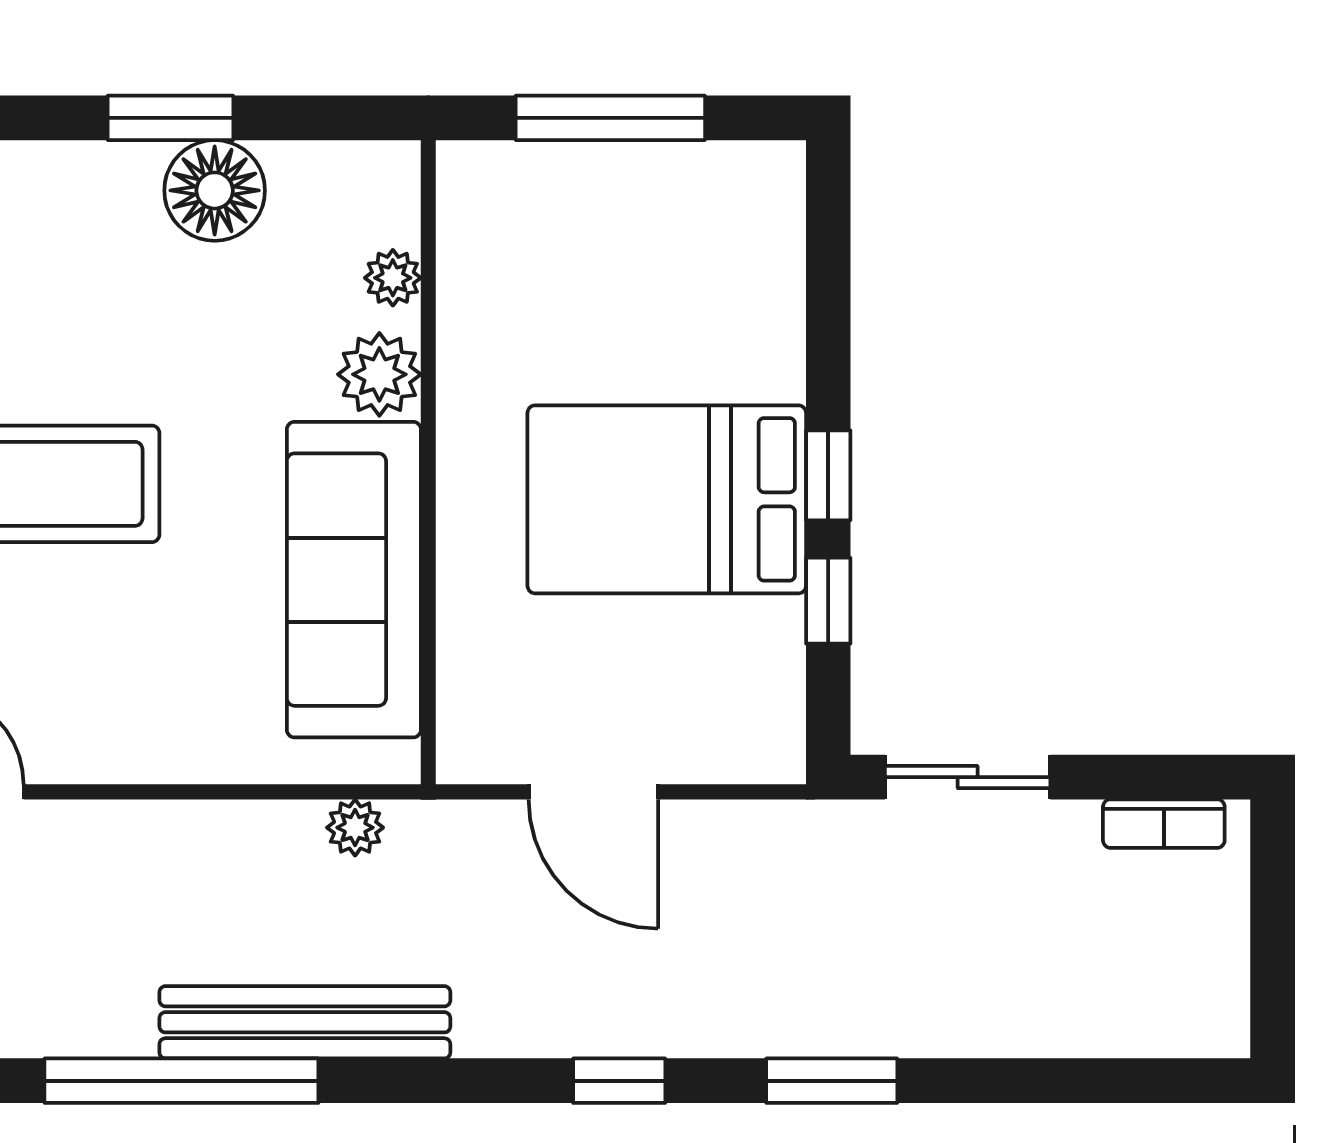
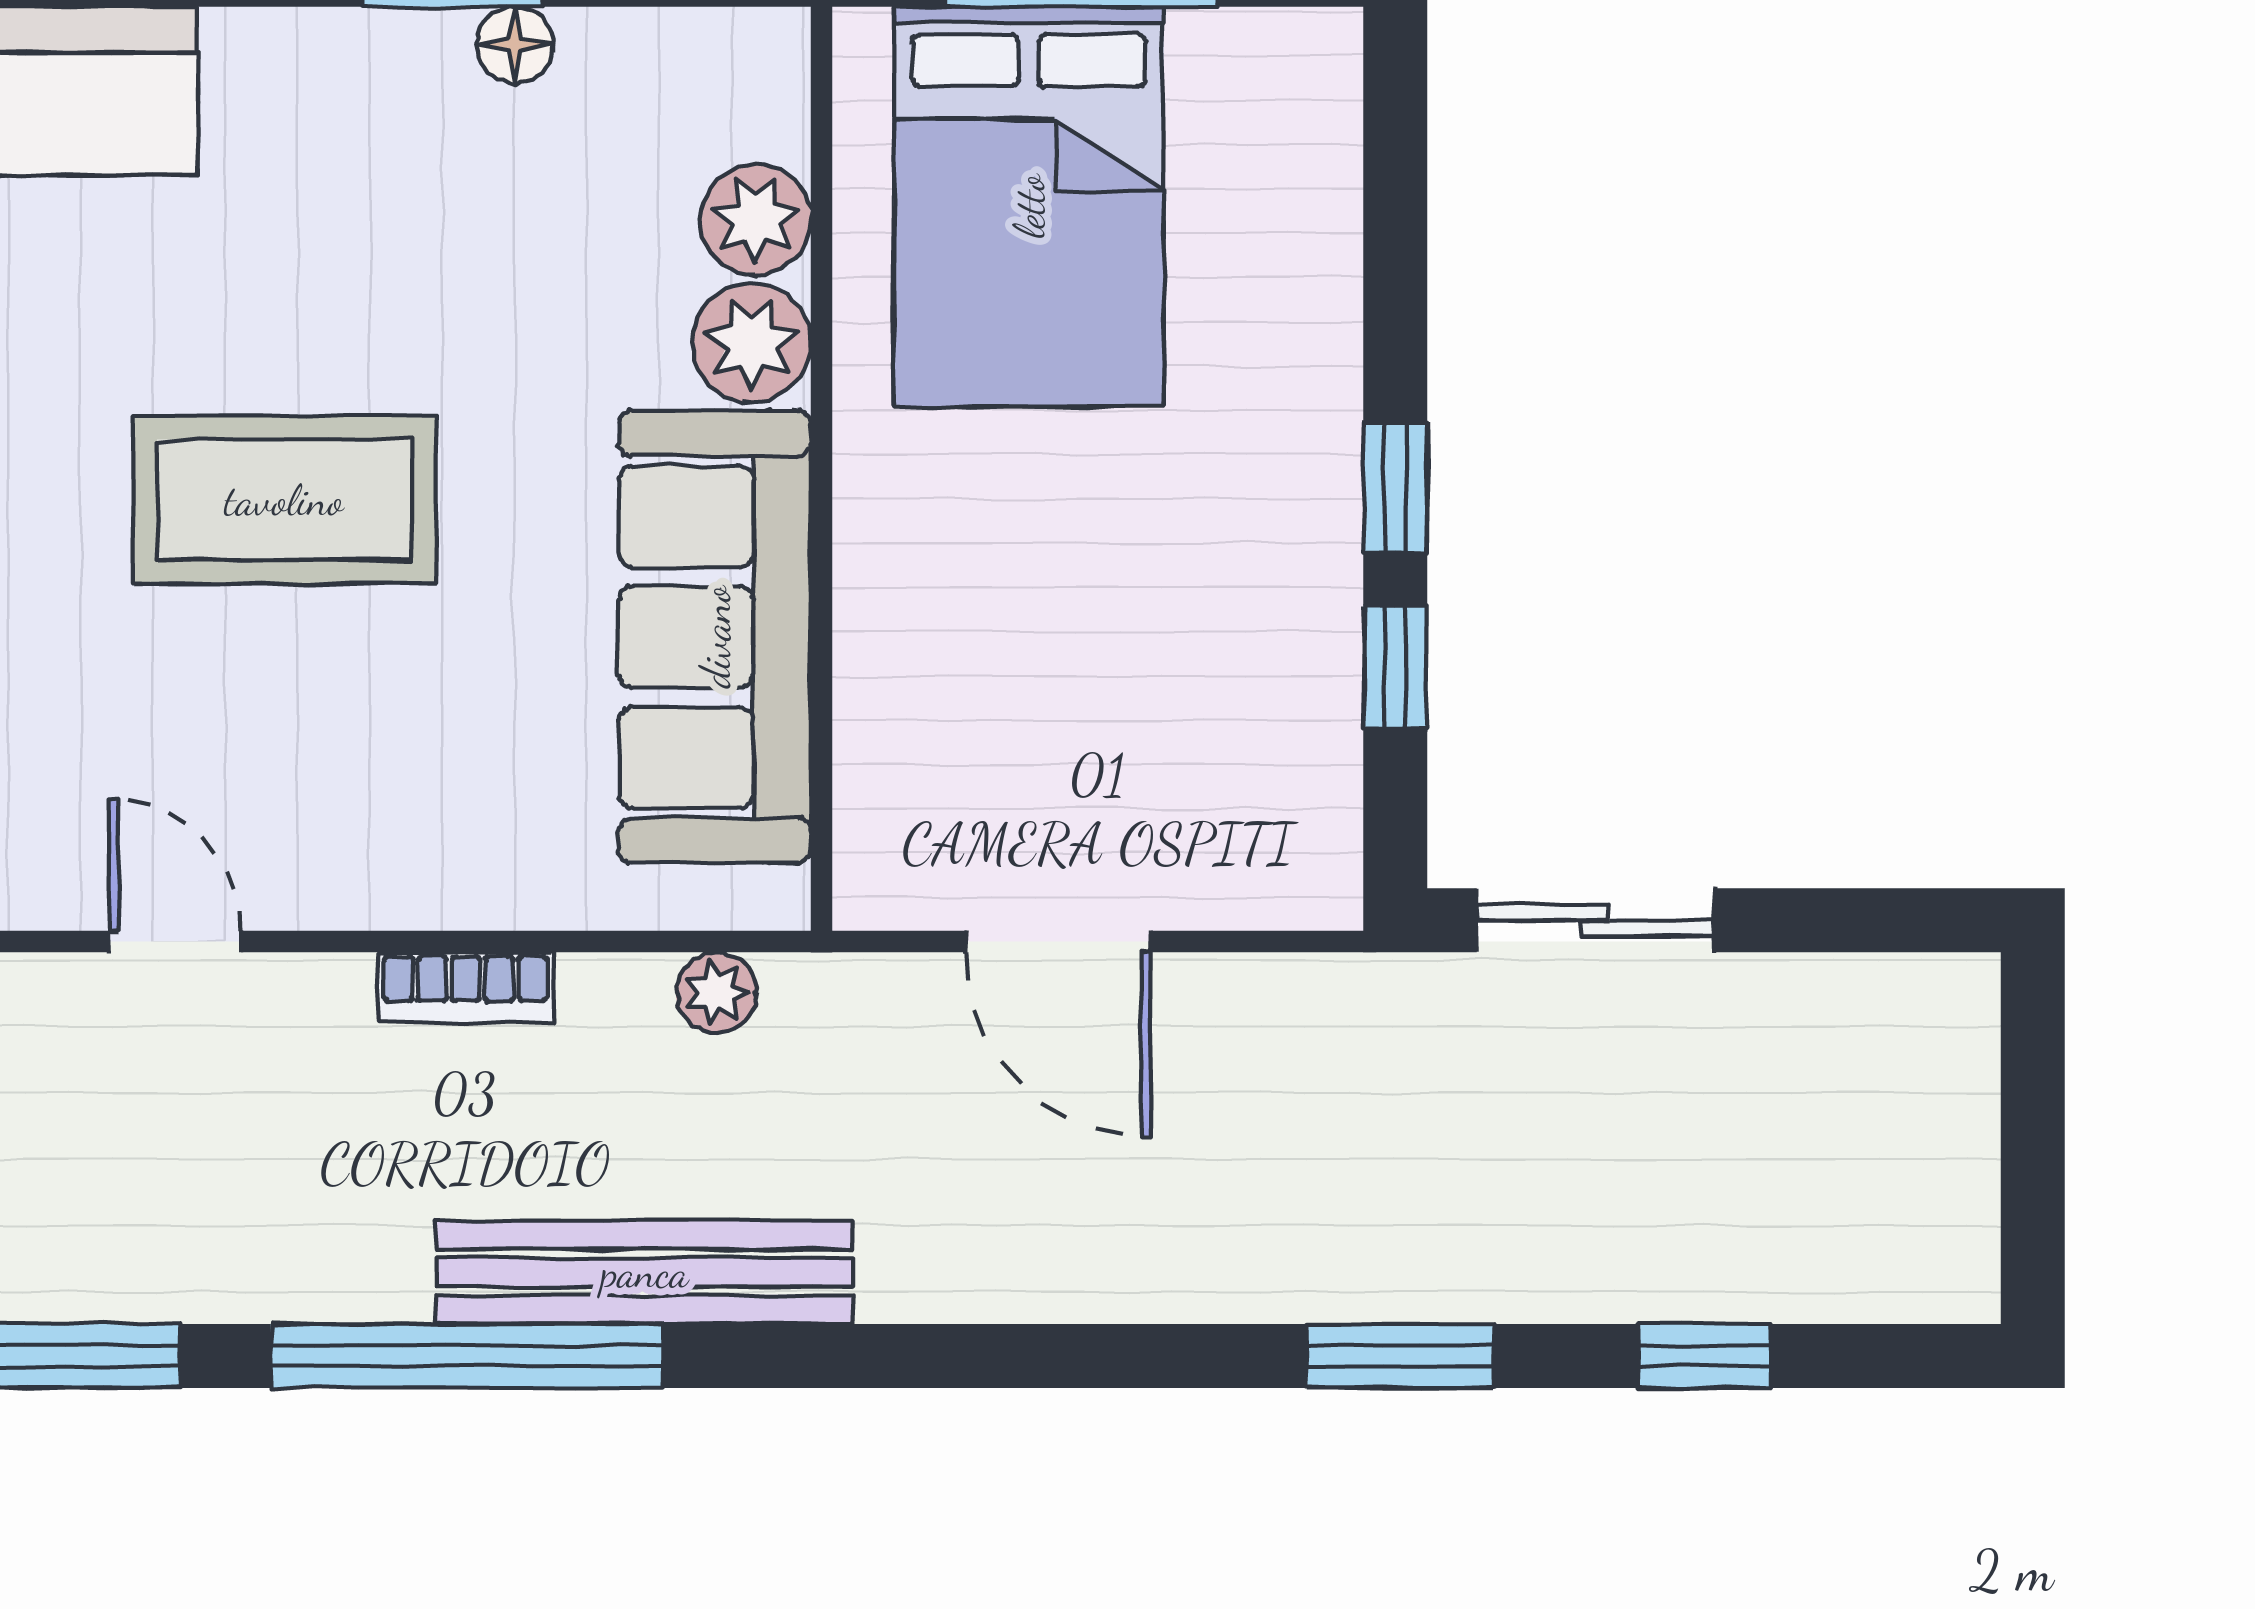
floor lamp: (215, 190) -> (515, 45), width x0.53, depth x0.53
plant: (393, 278) -> (756, 219), width x1.38, depth x1.38
bed: (667, 499) -> (1029, 206), moved, turned -90
bookcase: (1164, 824) -> (466, 987), moved
window: (619, 1081) -> (1704, 1356), moved

